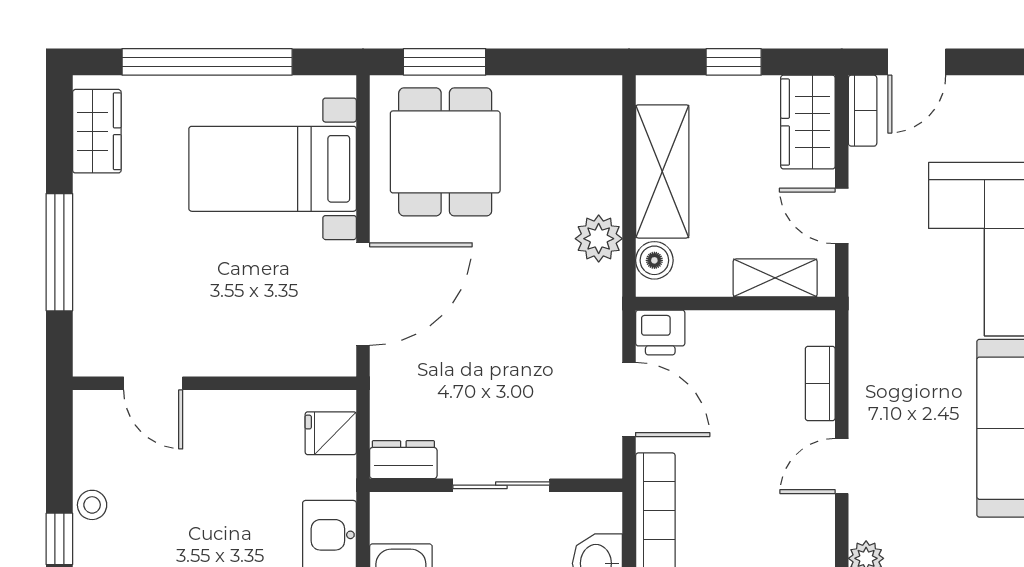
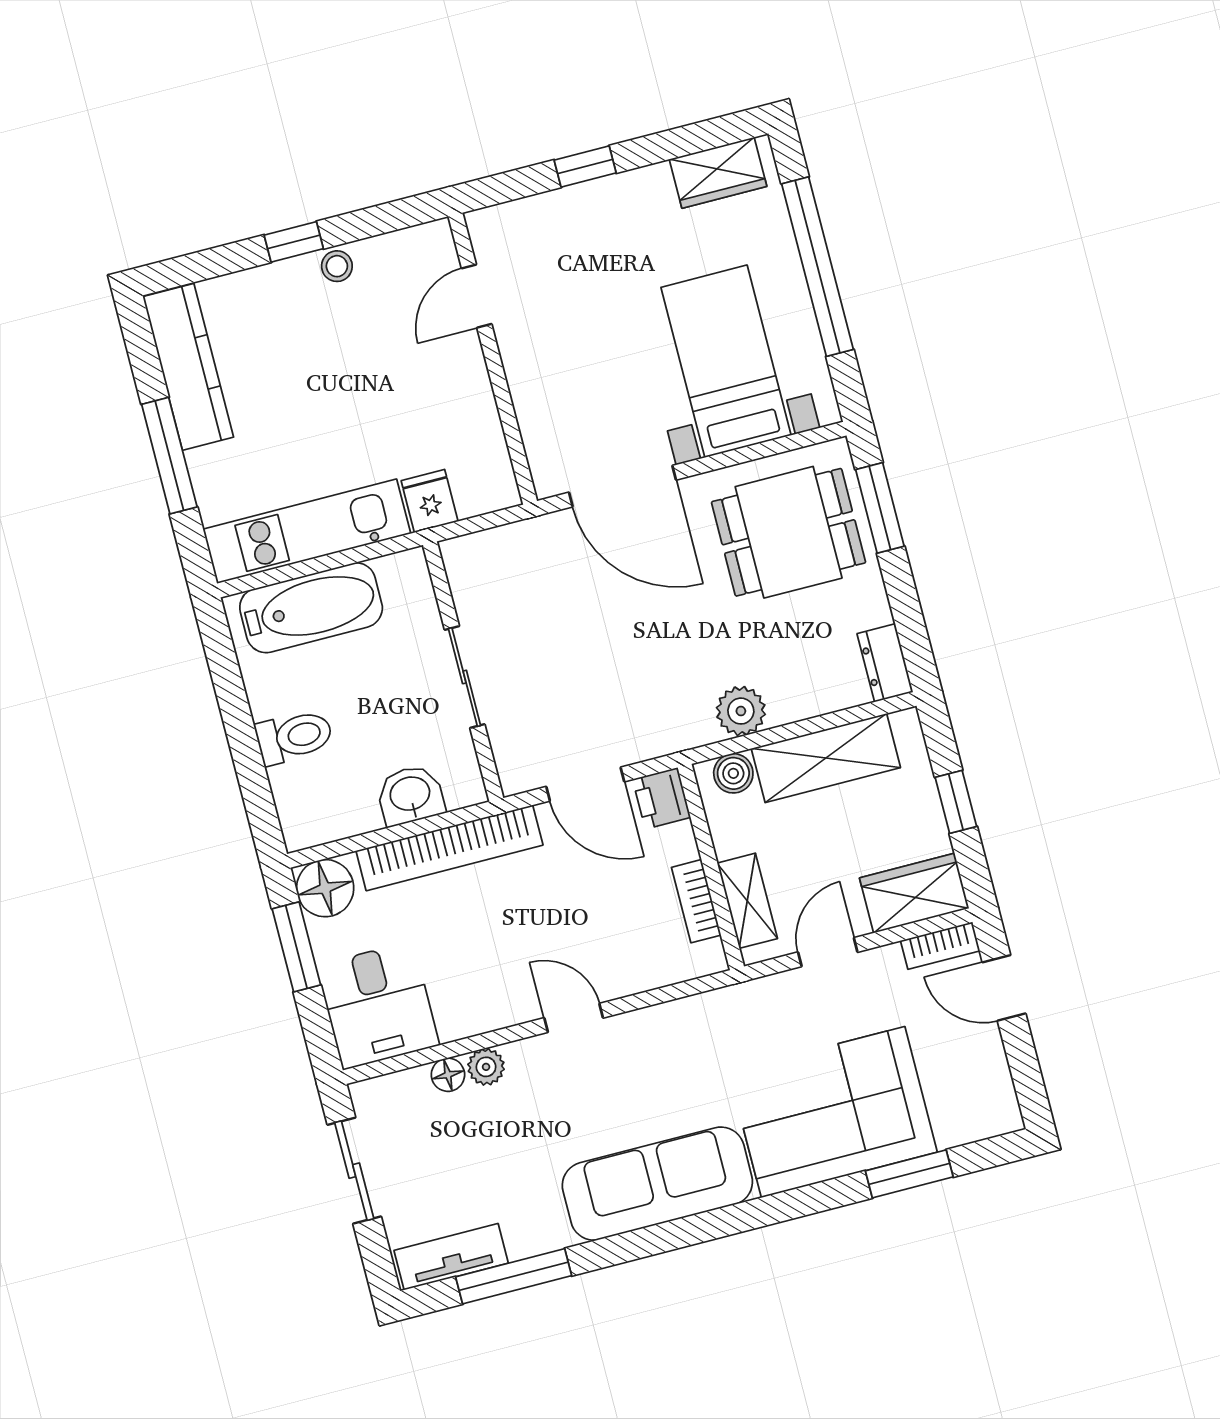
window: (59, 252) -> (585, 166), width x0.46
bookcase: (820, 383) -> (696, 901), moved, turned -90
door: (629, 399) -> (585, 784), hinge flipped
fridge: (331, 433) -> (430, 501), moved
dresser: (403, 460) -> (885, 663), moved, turned 180

